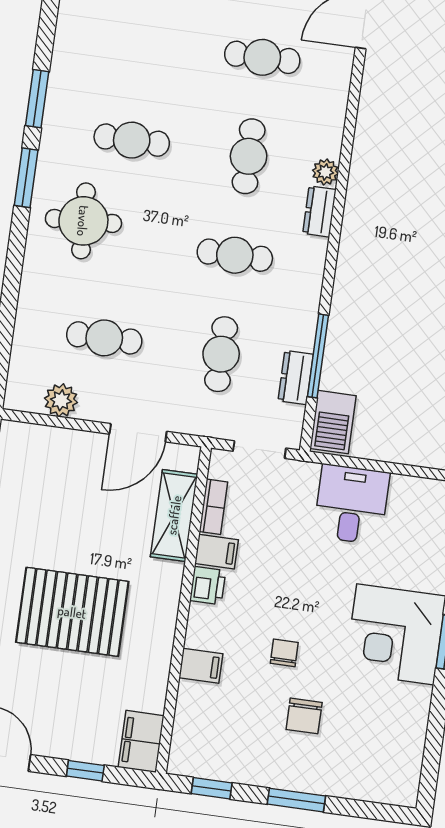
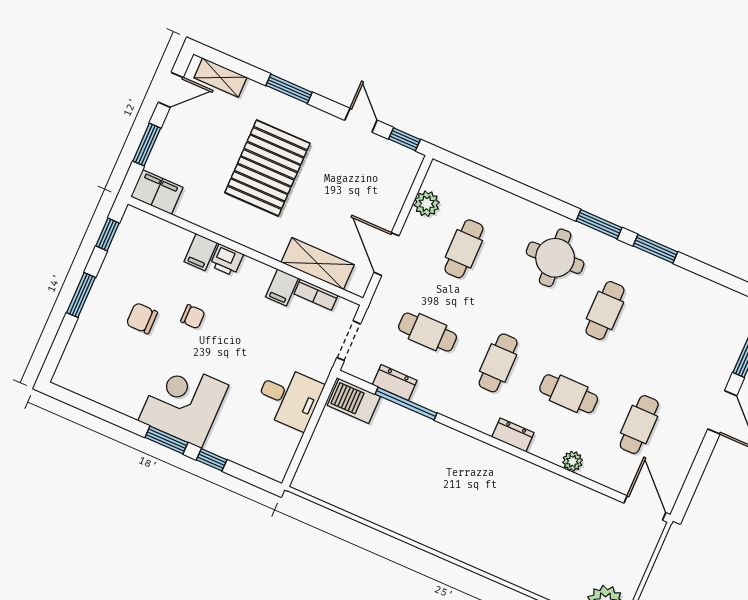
plant: (325, 172) -> (572, 461), moved
printer: (208, 586) -> (227, 260), moved
window: (85, 771) -> (147, 145), width x1.50

